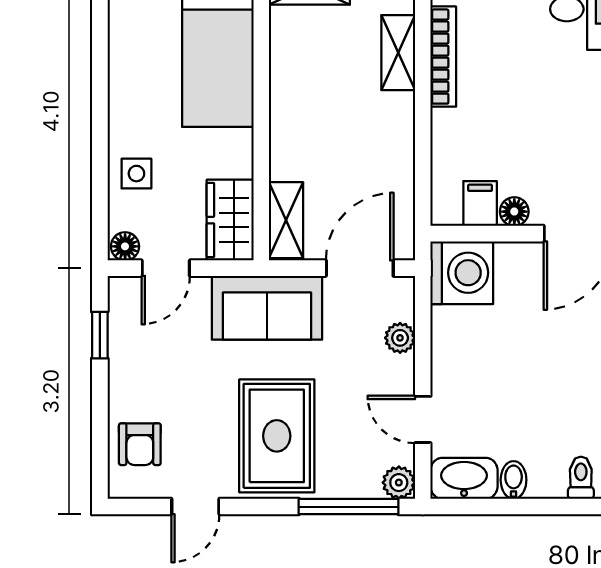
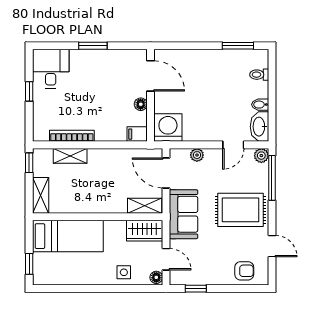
filing cabinet: (480, 203) -> (137, 134), moved

